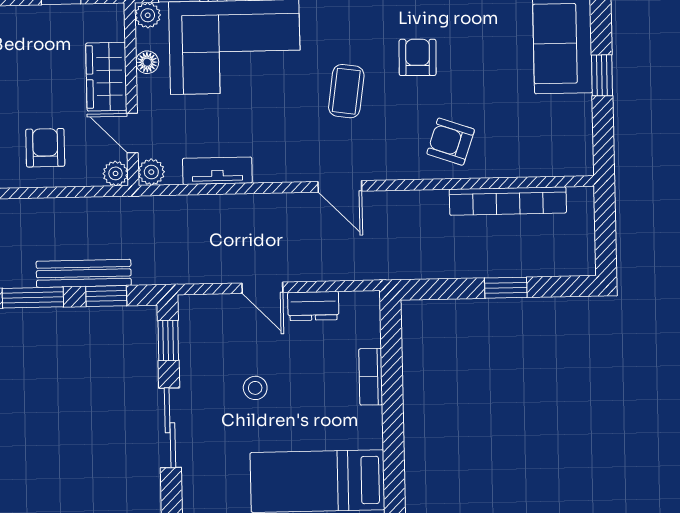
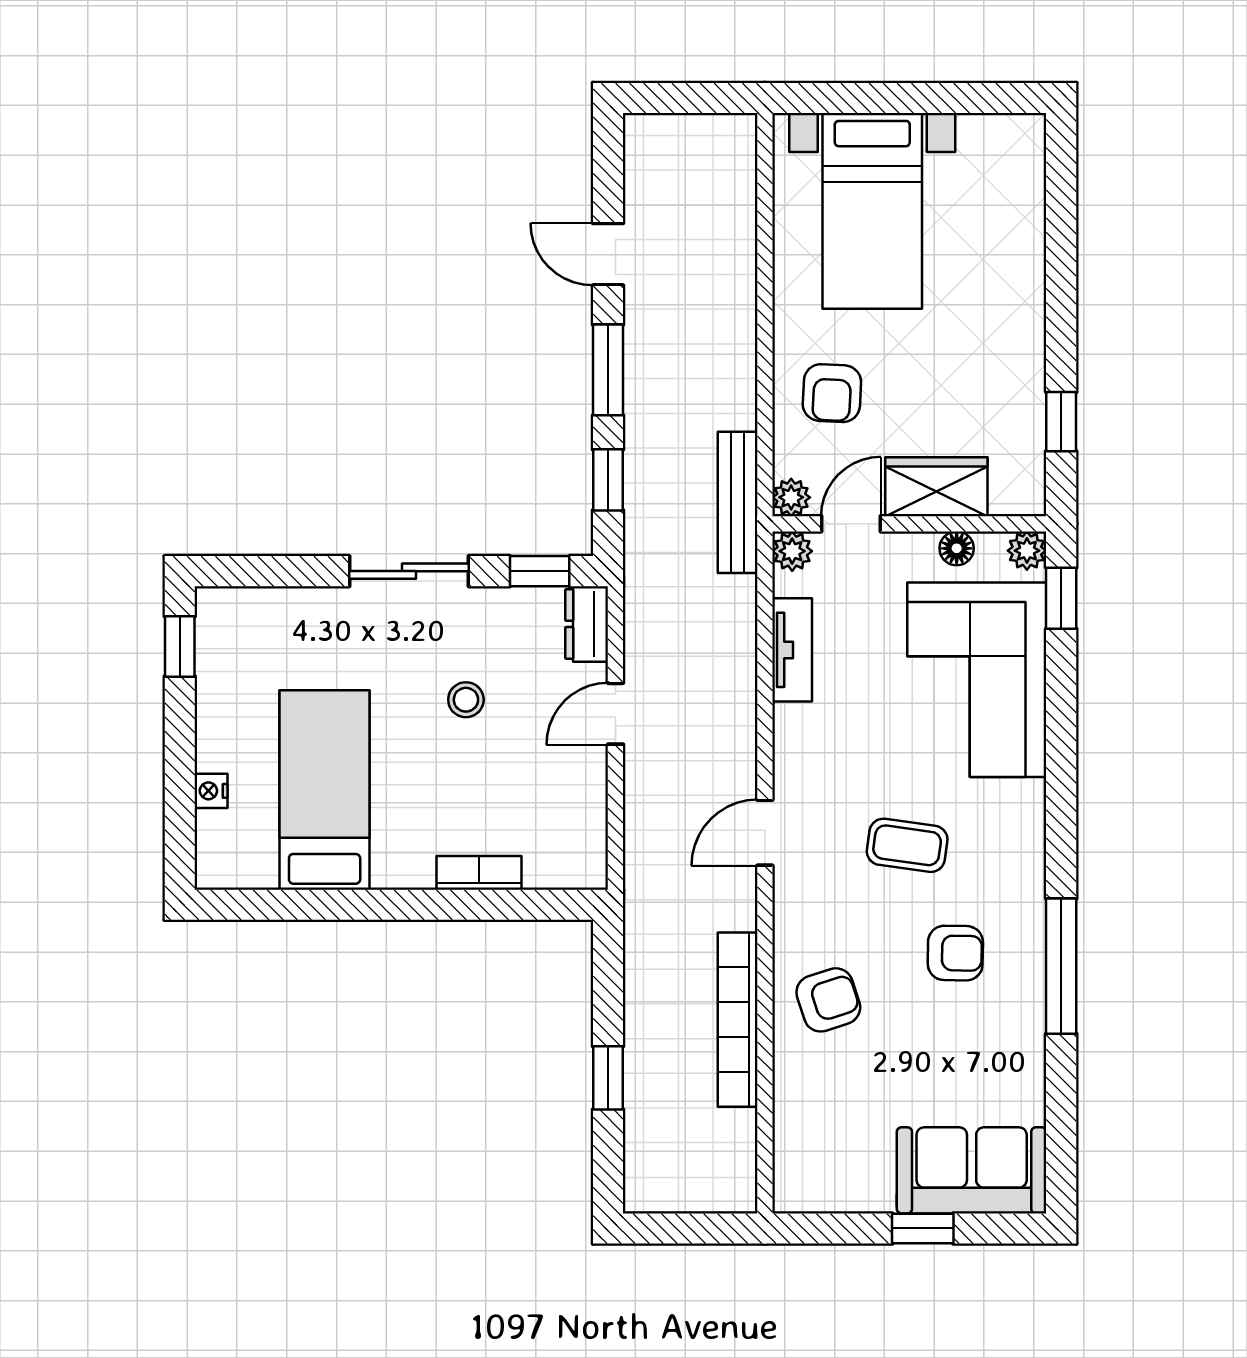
armchair: (451, 142) -> (828, 1000), turned 53
armchair: (45, 148) -> (832, 393), turned 93
bookcase: (508, 201) -> (738, 1020), moved
bench: (84, 273) -> (738, 502), moved
dresser: (313, 306) -> (587, 624), moved

